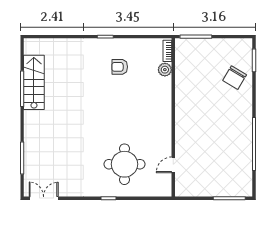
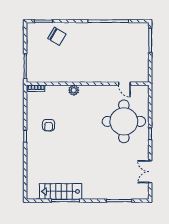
plant: (165, 70) -> (74, 90), moved
round table: (124, 164) -> (124, 121), width x1.36, depth x1.36
double door: (44, 198) -> (150, 172), moved

